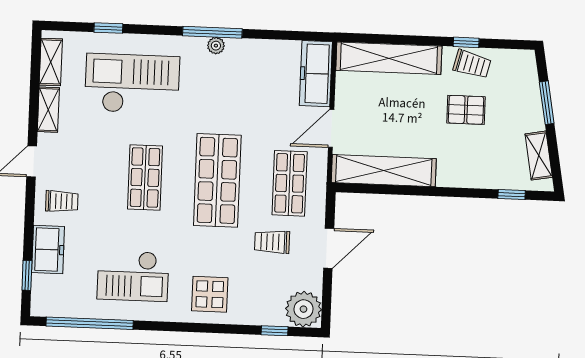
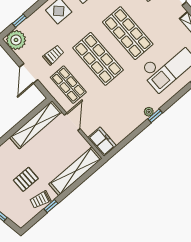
window: (212, 32) -> (155, 116), width x0.46
freezer: (316, 74) -> (102, 142), width x0.71
shop shelf: (145, 177) -> (128, 33), width x1.43, depth x1.36

